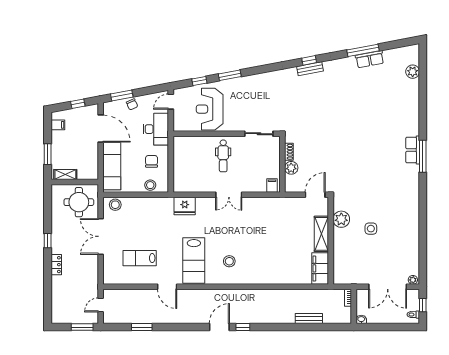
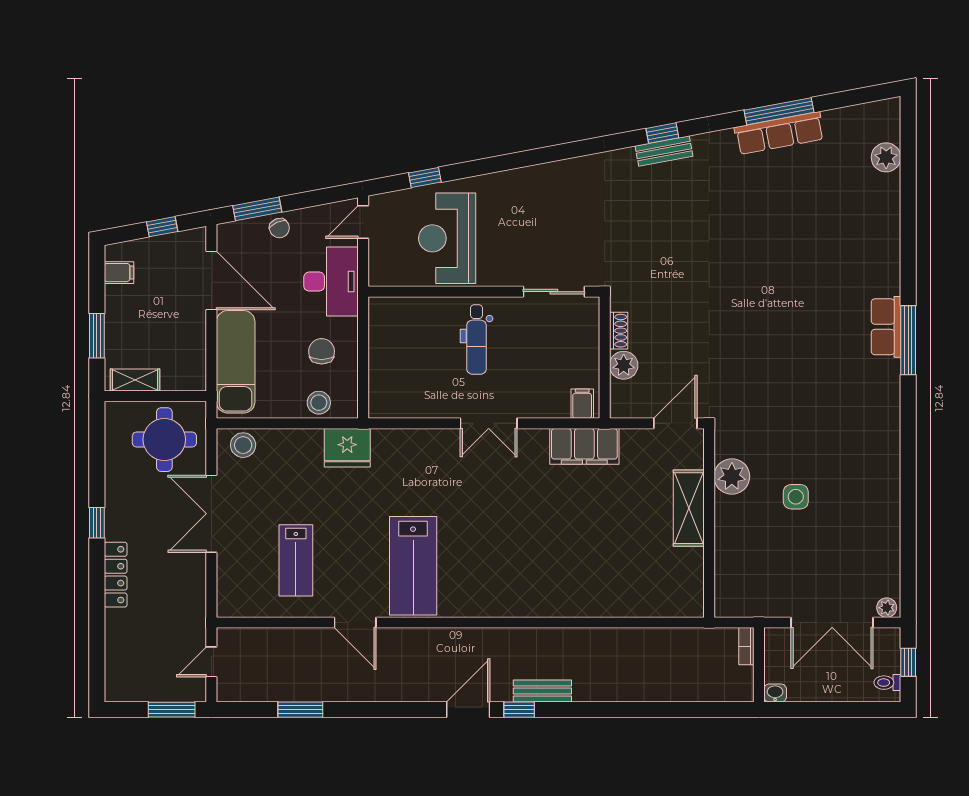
row of seats: (370, 59) -> (779, 133), width x1.48
window: (230, 75) -> (491, 165), removed
fridge: (185, 206) -> (347, 448), moved
lab bench: (140, 258) -> (296, 560), turned -90
stool: (229, 261) -> (490, 567), removed
locker: (56, 265) -> (116, 575), width x1.53
filing cabinet: (320, 268) -> (584, 446), moved, turned -90
bench: (309, 318) -> (542, 691), moved

